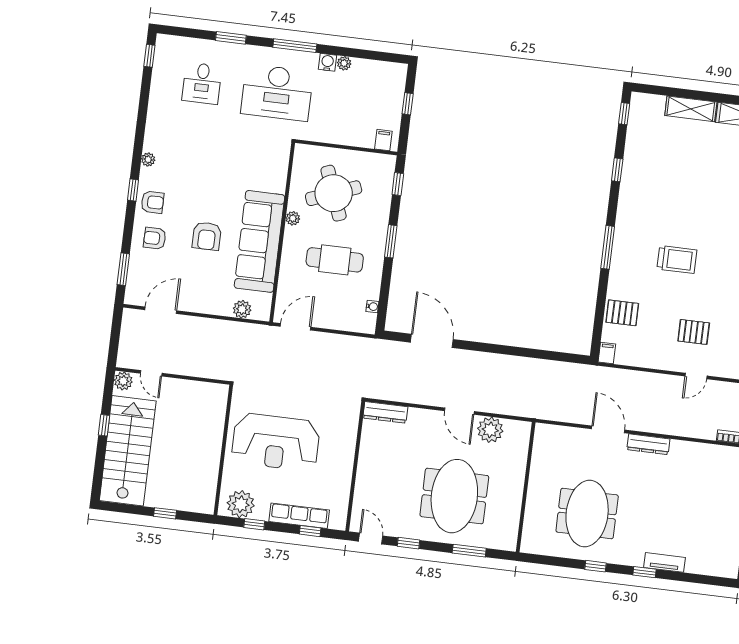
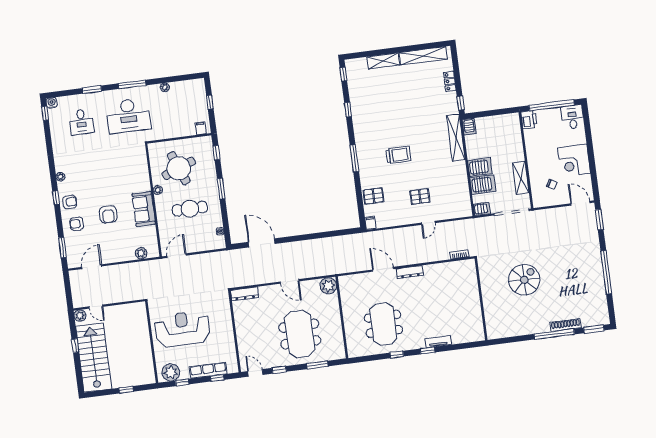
water cooler: (327, 62) -> (52, 103), moved
sofa: (260, 241) -> (144, 209), width x0.54, depth x0.79
plant: (490, 430) -> (328, 286), moved
reception desk: (276, 442) -> (182, 329), turned 180

